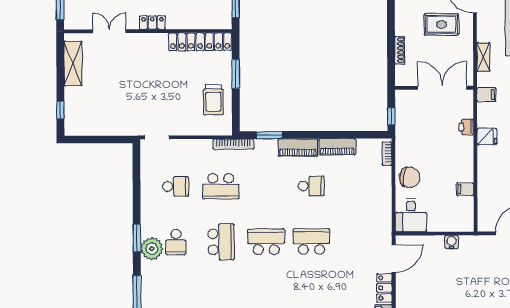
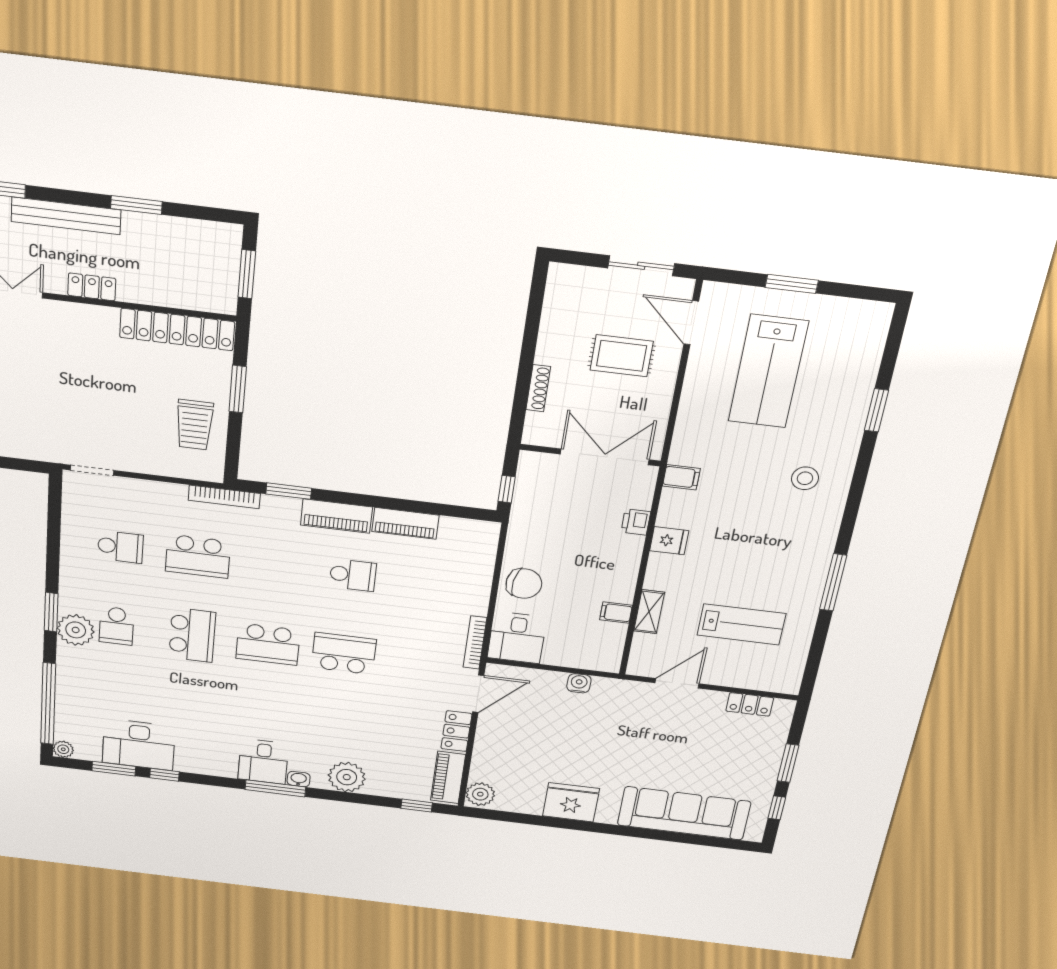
shelving: (483, 57) -> (649, 612), moved
bookcase: (387, 154) -> (475, 642), moved, width x1.56
school desk: (266, 242) -> (268, 644), turned 180

